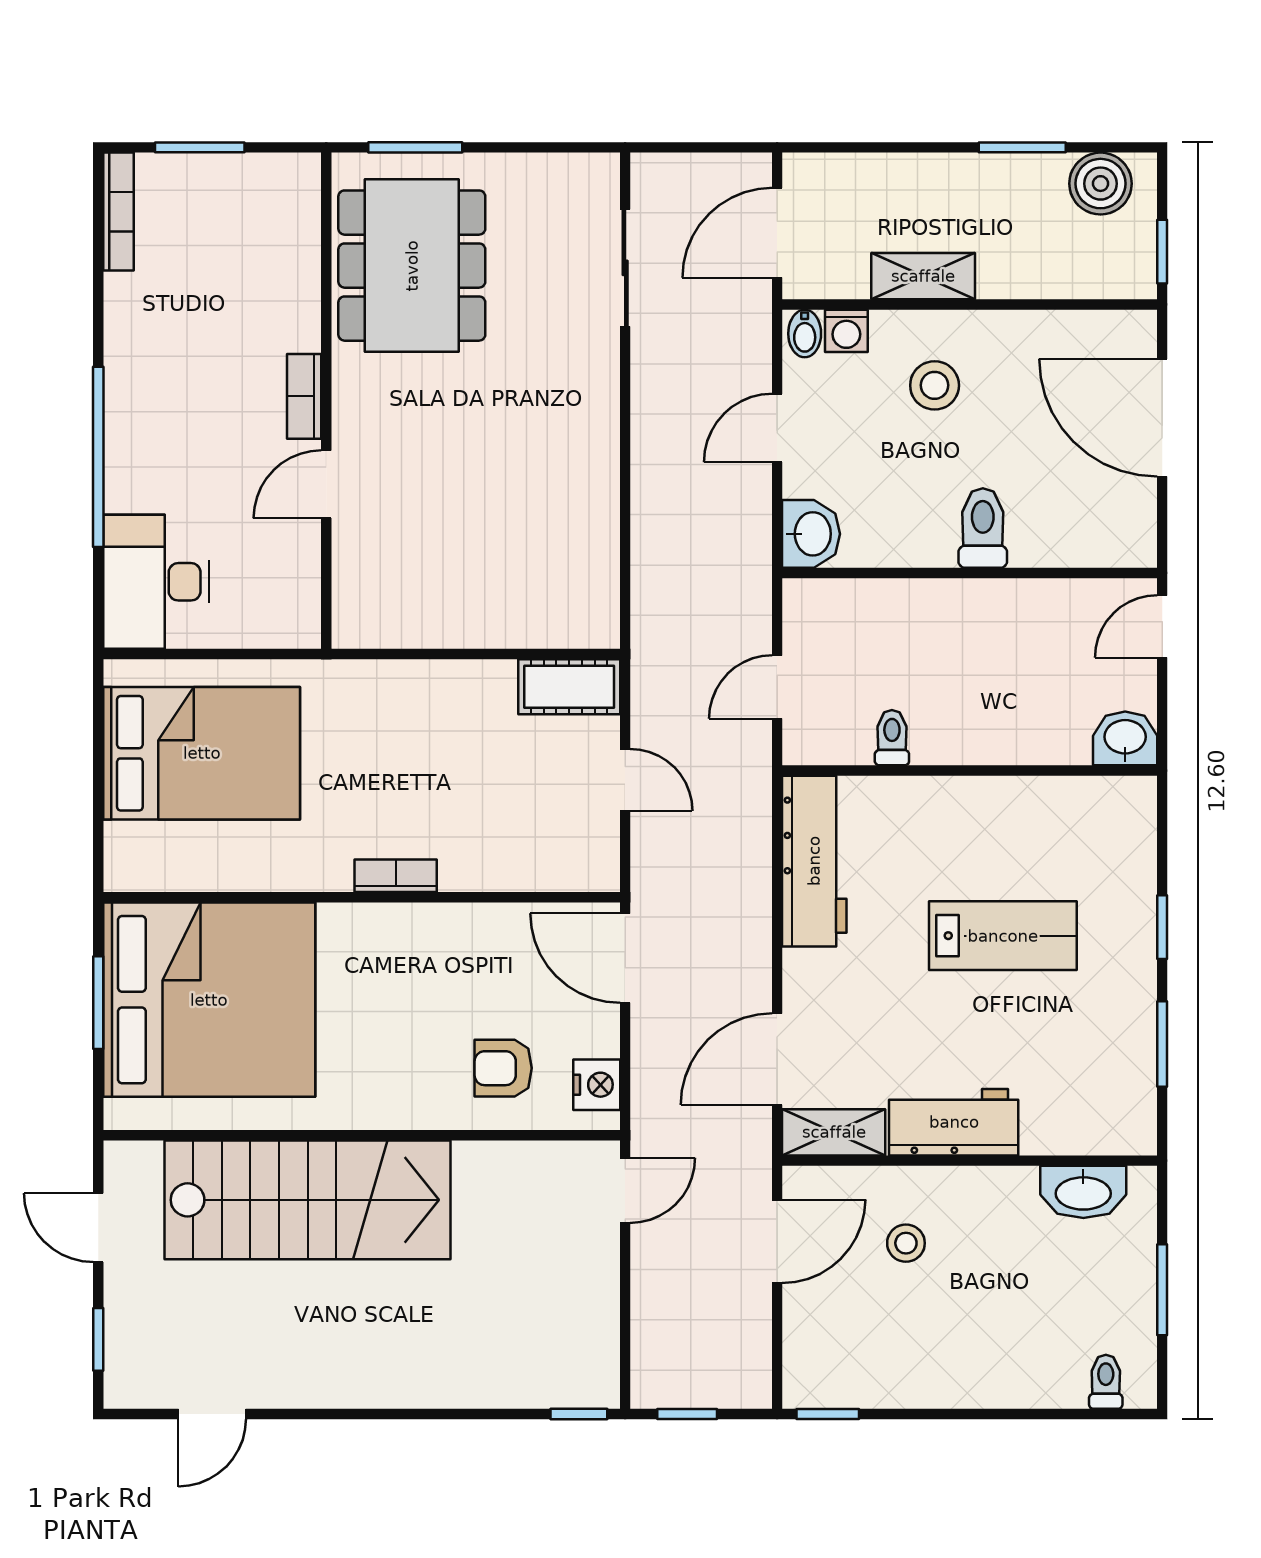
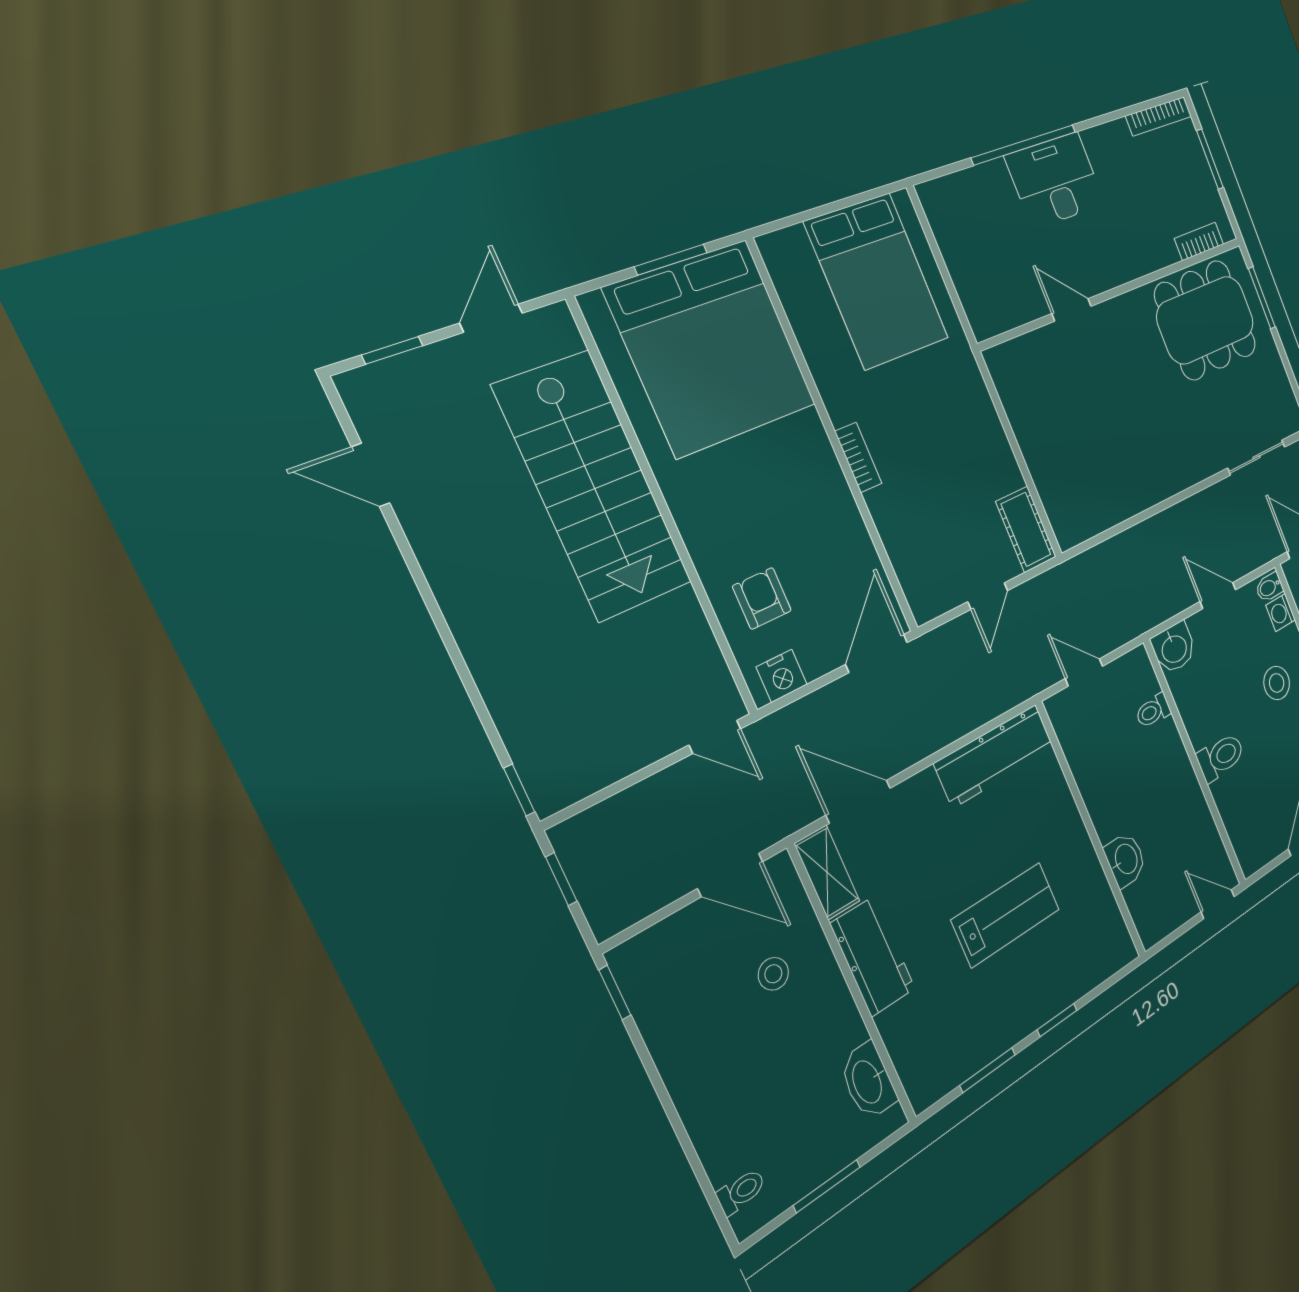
bookcase: (304, 396) -> (1199, 241), moved
desk: (156, 582) -> (1055, 180), moved
toilet: (892, 738) -> (1153, 711), moved, turned 180
washbasin: (1125, 738) -> (1125, 860), moved
lab bench: (1003, 936) -> (1006, 915), turned -90

